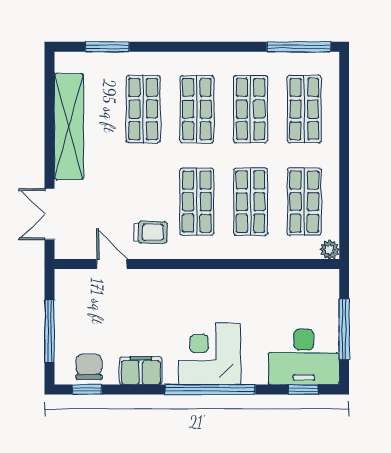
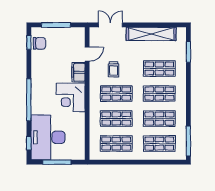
trolley: (151, 232) -> (114, 69), moved
plant: (330, 249) -> (94, 155), removed
corner desk: (210, 354) -> (71, 97), moved, turned 180
desk: (304, 357) -> (48, 137), width x1.36, depth x1.30
filing cabinet: (141, 371) -> (78, 72), moved, turned 180

